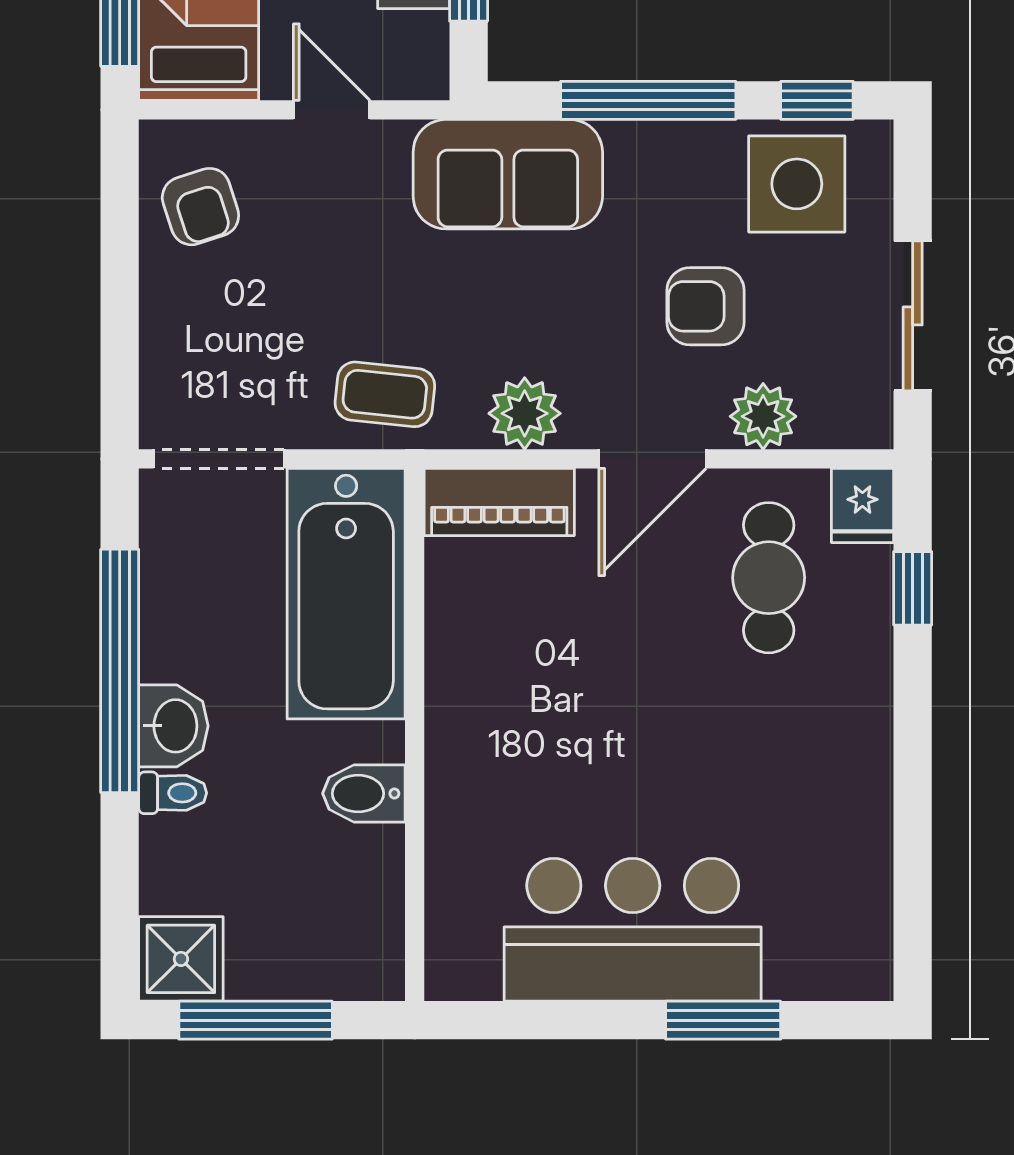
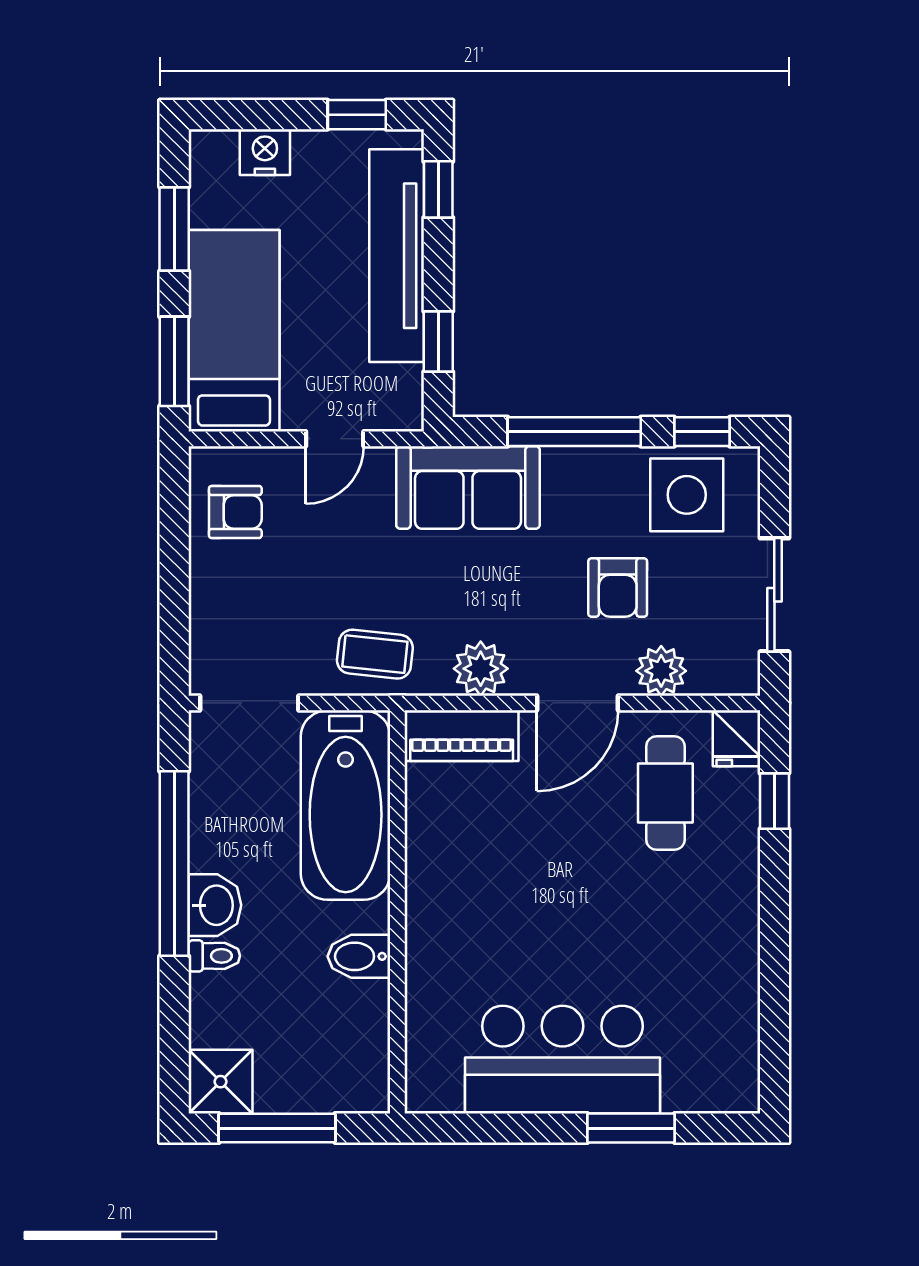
door: (332, 110) -> (335, 439), swing flipped
armchair: (200, 207) -> (235, 512), turned -72
armchair: (706, 306) -> (618, 588), turned -90

